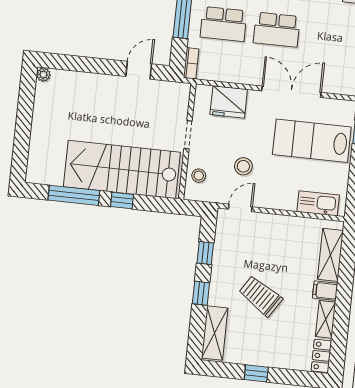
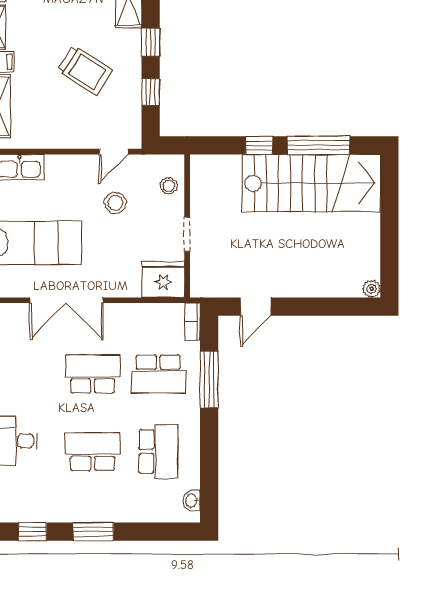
school desk: (224, 24) -> (158, 374), turned 180
fridge: (229, 102) -> (163, 280), moved
stairs: (122, 169) -> (311, 183), moved
trolley: (261, 296) -> (85, 70), moved

